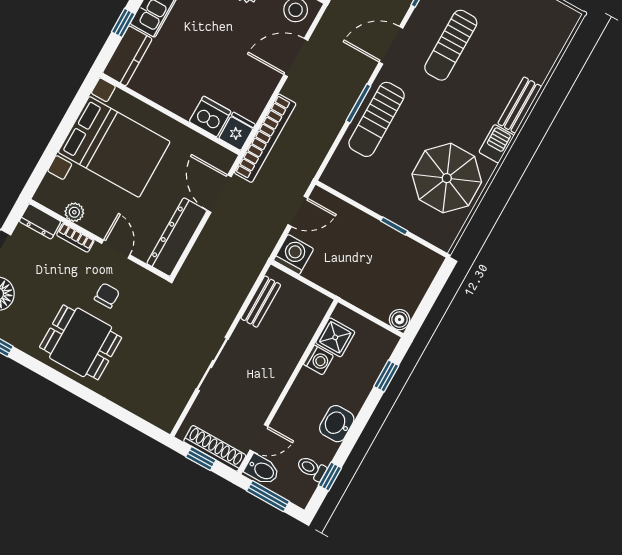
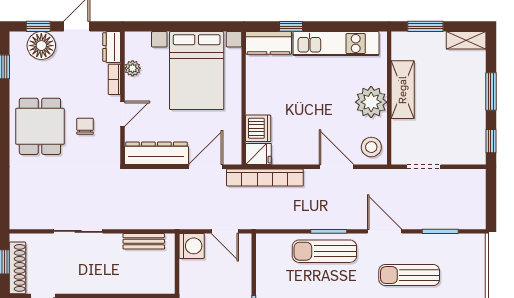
chair: (107, 295) -> (85, 126), turned -90

